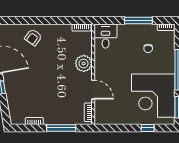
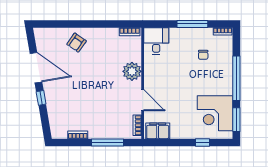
corner desk: (153, 96) -> (215, 113), width x0.74, depth x0.74
filing cabinet: (107, 117) -> (158, 131), added

